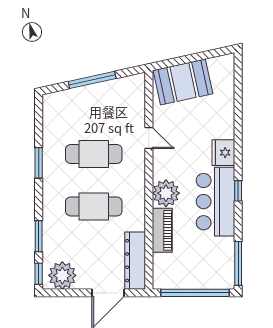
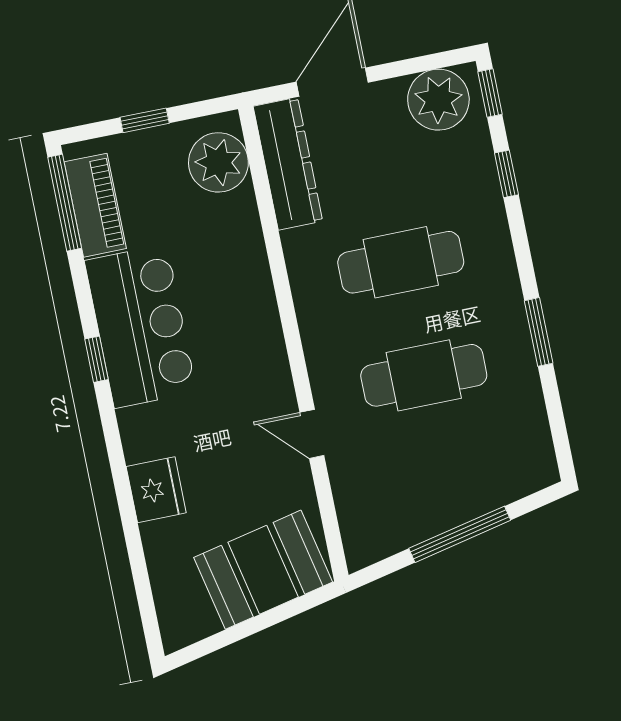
fridge: (223, 153) -> (156, 490), moved
plant: (166, 193) -> (218, 162), moved
piano: (162, 230) -> (95, 205), moved, turned 180
window: (39, 236) -> (506, 174), width x0.67
window: (195, 293) -> (145, 120), width x0.32

